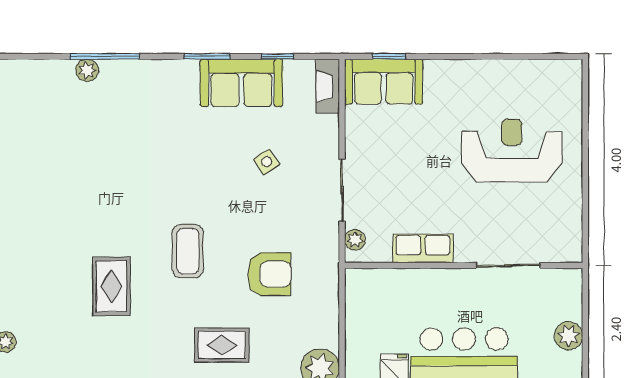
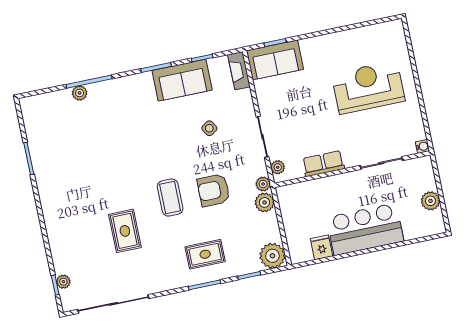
water cooler: (574, 254) -> (423, 146), added
plant: (328, 260) -> (263, 184), added
armchair: (269, 274) -> (214, 190), moved, turned 180
plant: (325, 287) -> (265, 202), added

